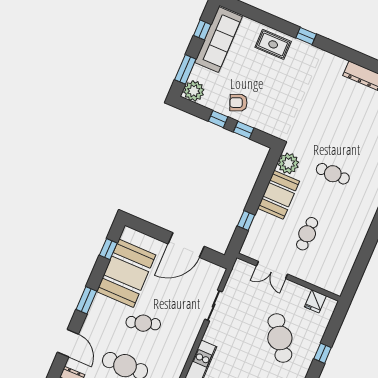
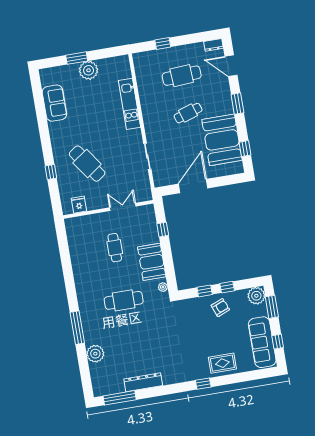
plant: (288, 163) -> (163, 287), width x0.53, depth x0.53
cafe table: (333, 174) -> (124, 300), width x1.37, depth x1.35

